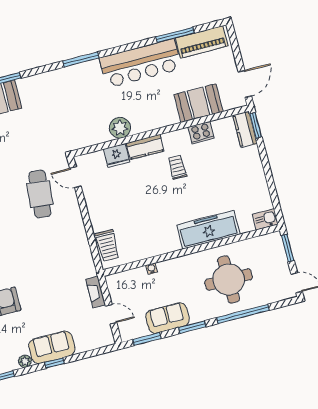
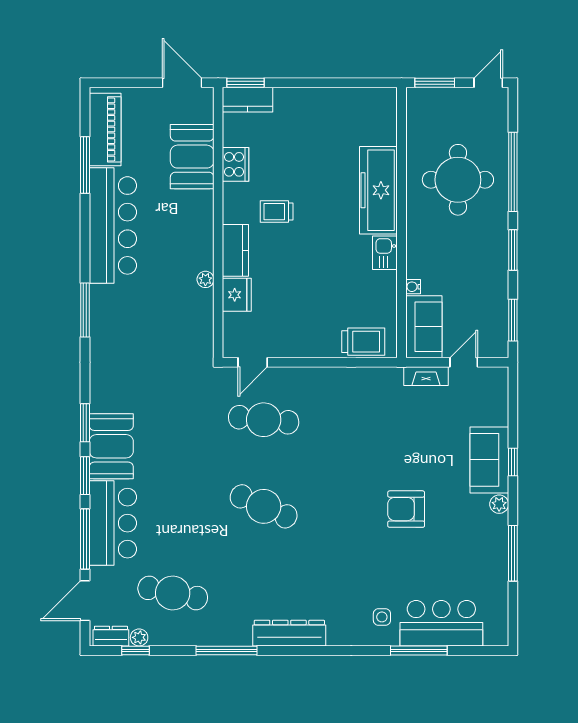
plant: (120, 128) -> (205, 279), width x0.53, depth x0.53
kitchen sink: (265, 219) -> (385, 253), moved
sofa: (167, 318) -> (424, 327), moved, turned 180

